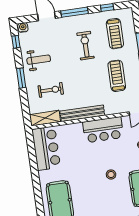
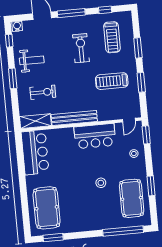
treadmill: (117, 76) -> (112, 81), turned -90

